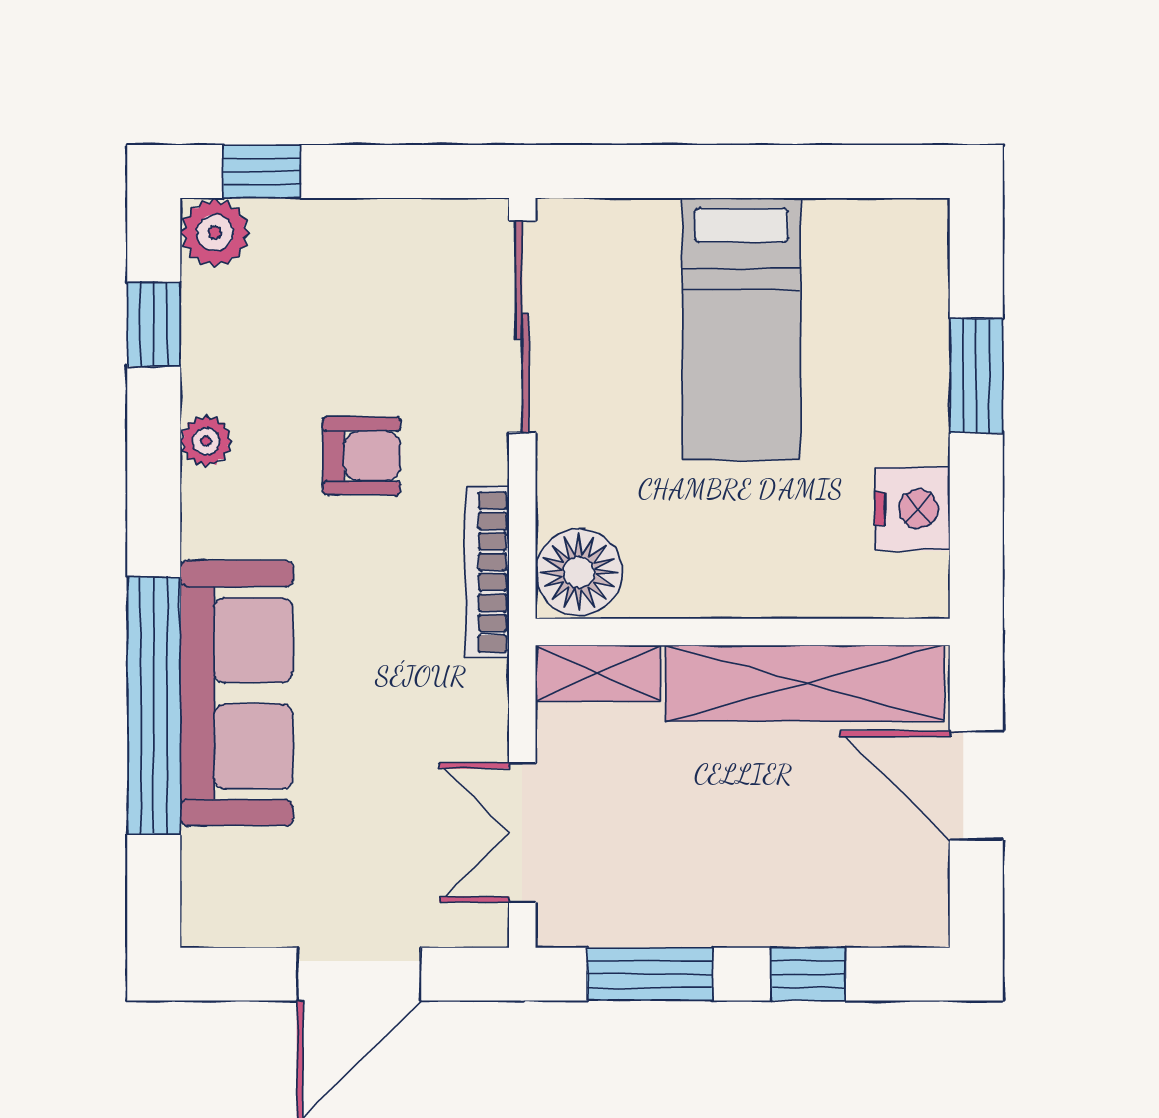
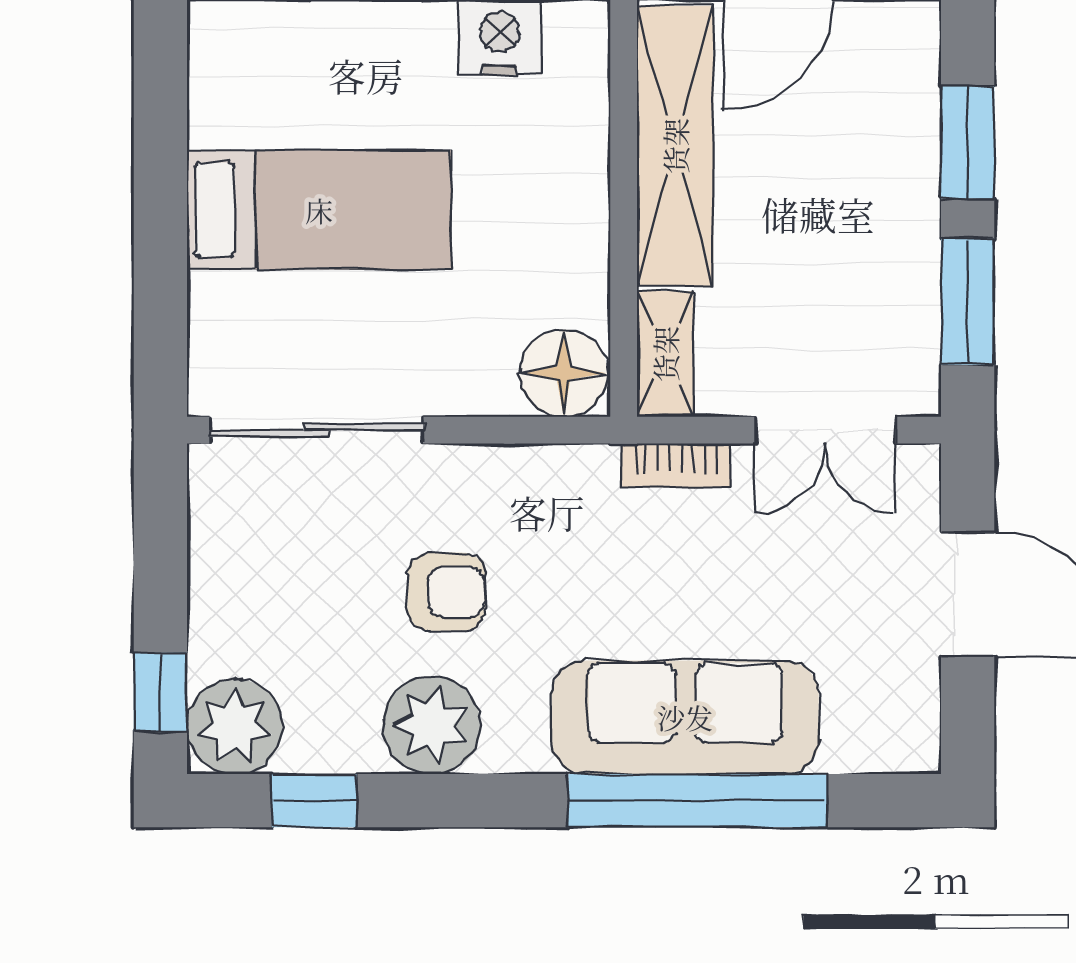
plant: (215, 233) -> (235, 726), width x1.36, depth x1.36
plant: (206, 441) -> (432, 725), width x1.87, depth x1.87
armchair: (361, 456) -> (447, 592), turned 90
bookcase: (487, 572) -> (676, 465), moved, width x0.64
window: (808, 974) -> (968, 142), width x1.50

